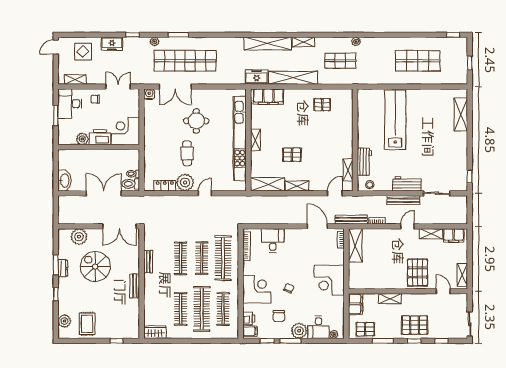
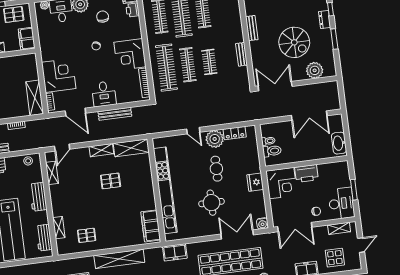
door: (56, 47) -> (361, 245), moved
freezer: (257, 77) -> (175, 252), moved
double door: (118, 87) -> (295, 227), width x1.37
filing cabinet: (268, 97) -> (151, 226), moved, turned -90
workbench: (364, 108) -> (44, 238), added
fridge: (151, 135) -> (255, 182), added
plant: (82, 139) -> (324, 169), removed
shelving: (255, 140) -> (59, 228), moved
workbench: (364, 162) -> (38, 197), moved
washbasin: (64, 181) -> (339, 143), moved
toilet: (131, 184) -> (272, 151), moved
double door: (104, 193) -> (309, 116), moved
door: (205, 193) -> (193, 131), hinge flipped
bench: (351, 220) -> (115, 114), moved
desk: (273, 240) -> (104, 94), moved
clothes rail: (181, 258) -> (209, 62), width x0.73
dresser: (63, 268) -> (325, 20), moved
corner desk: (329, 280) -> (59, 75), moved
corner desk: (257, 289) -> (130, 54), moved

